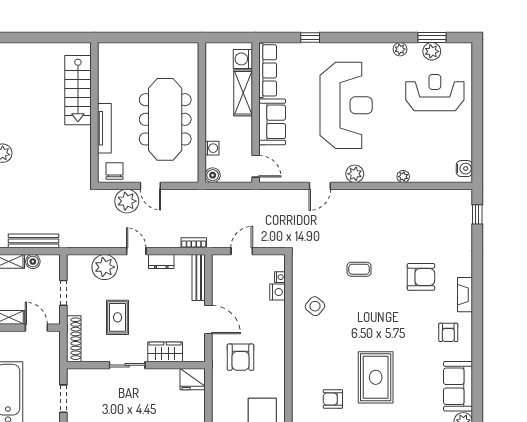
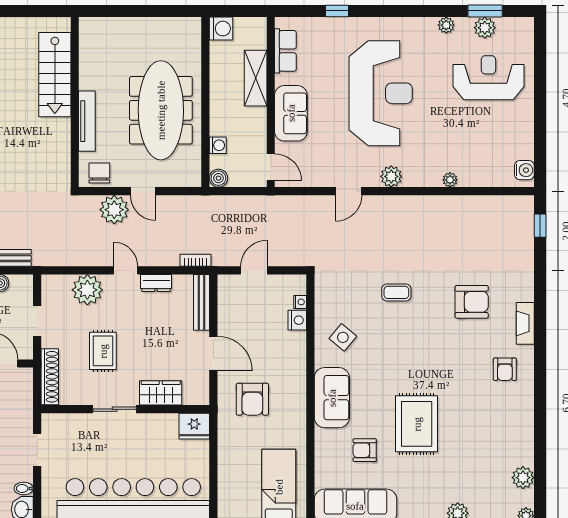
washing machine: (243, 59) -> (221, 29), moved, turned 180
row of seats: (268, 70) -> (285, 51), width x0.68
sofa: (458, 386) -> (332, 398), moved, turned 180

